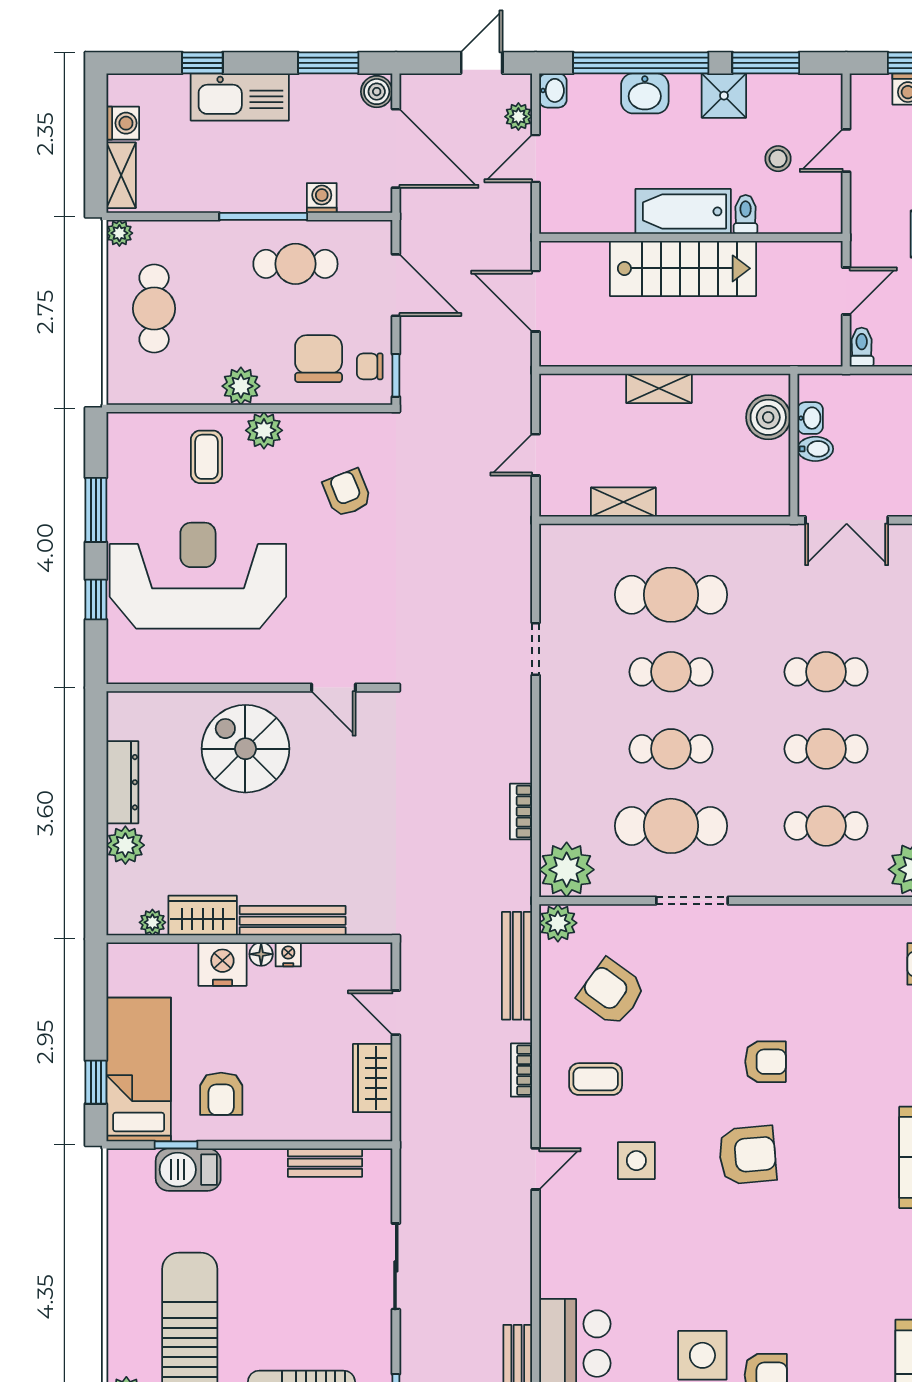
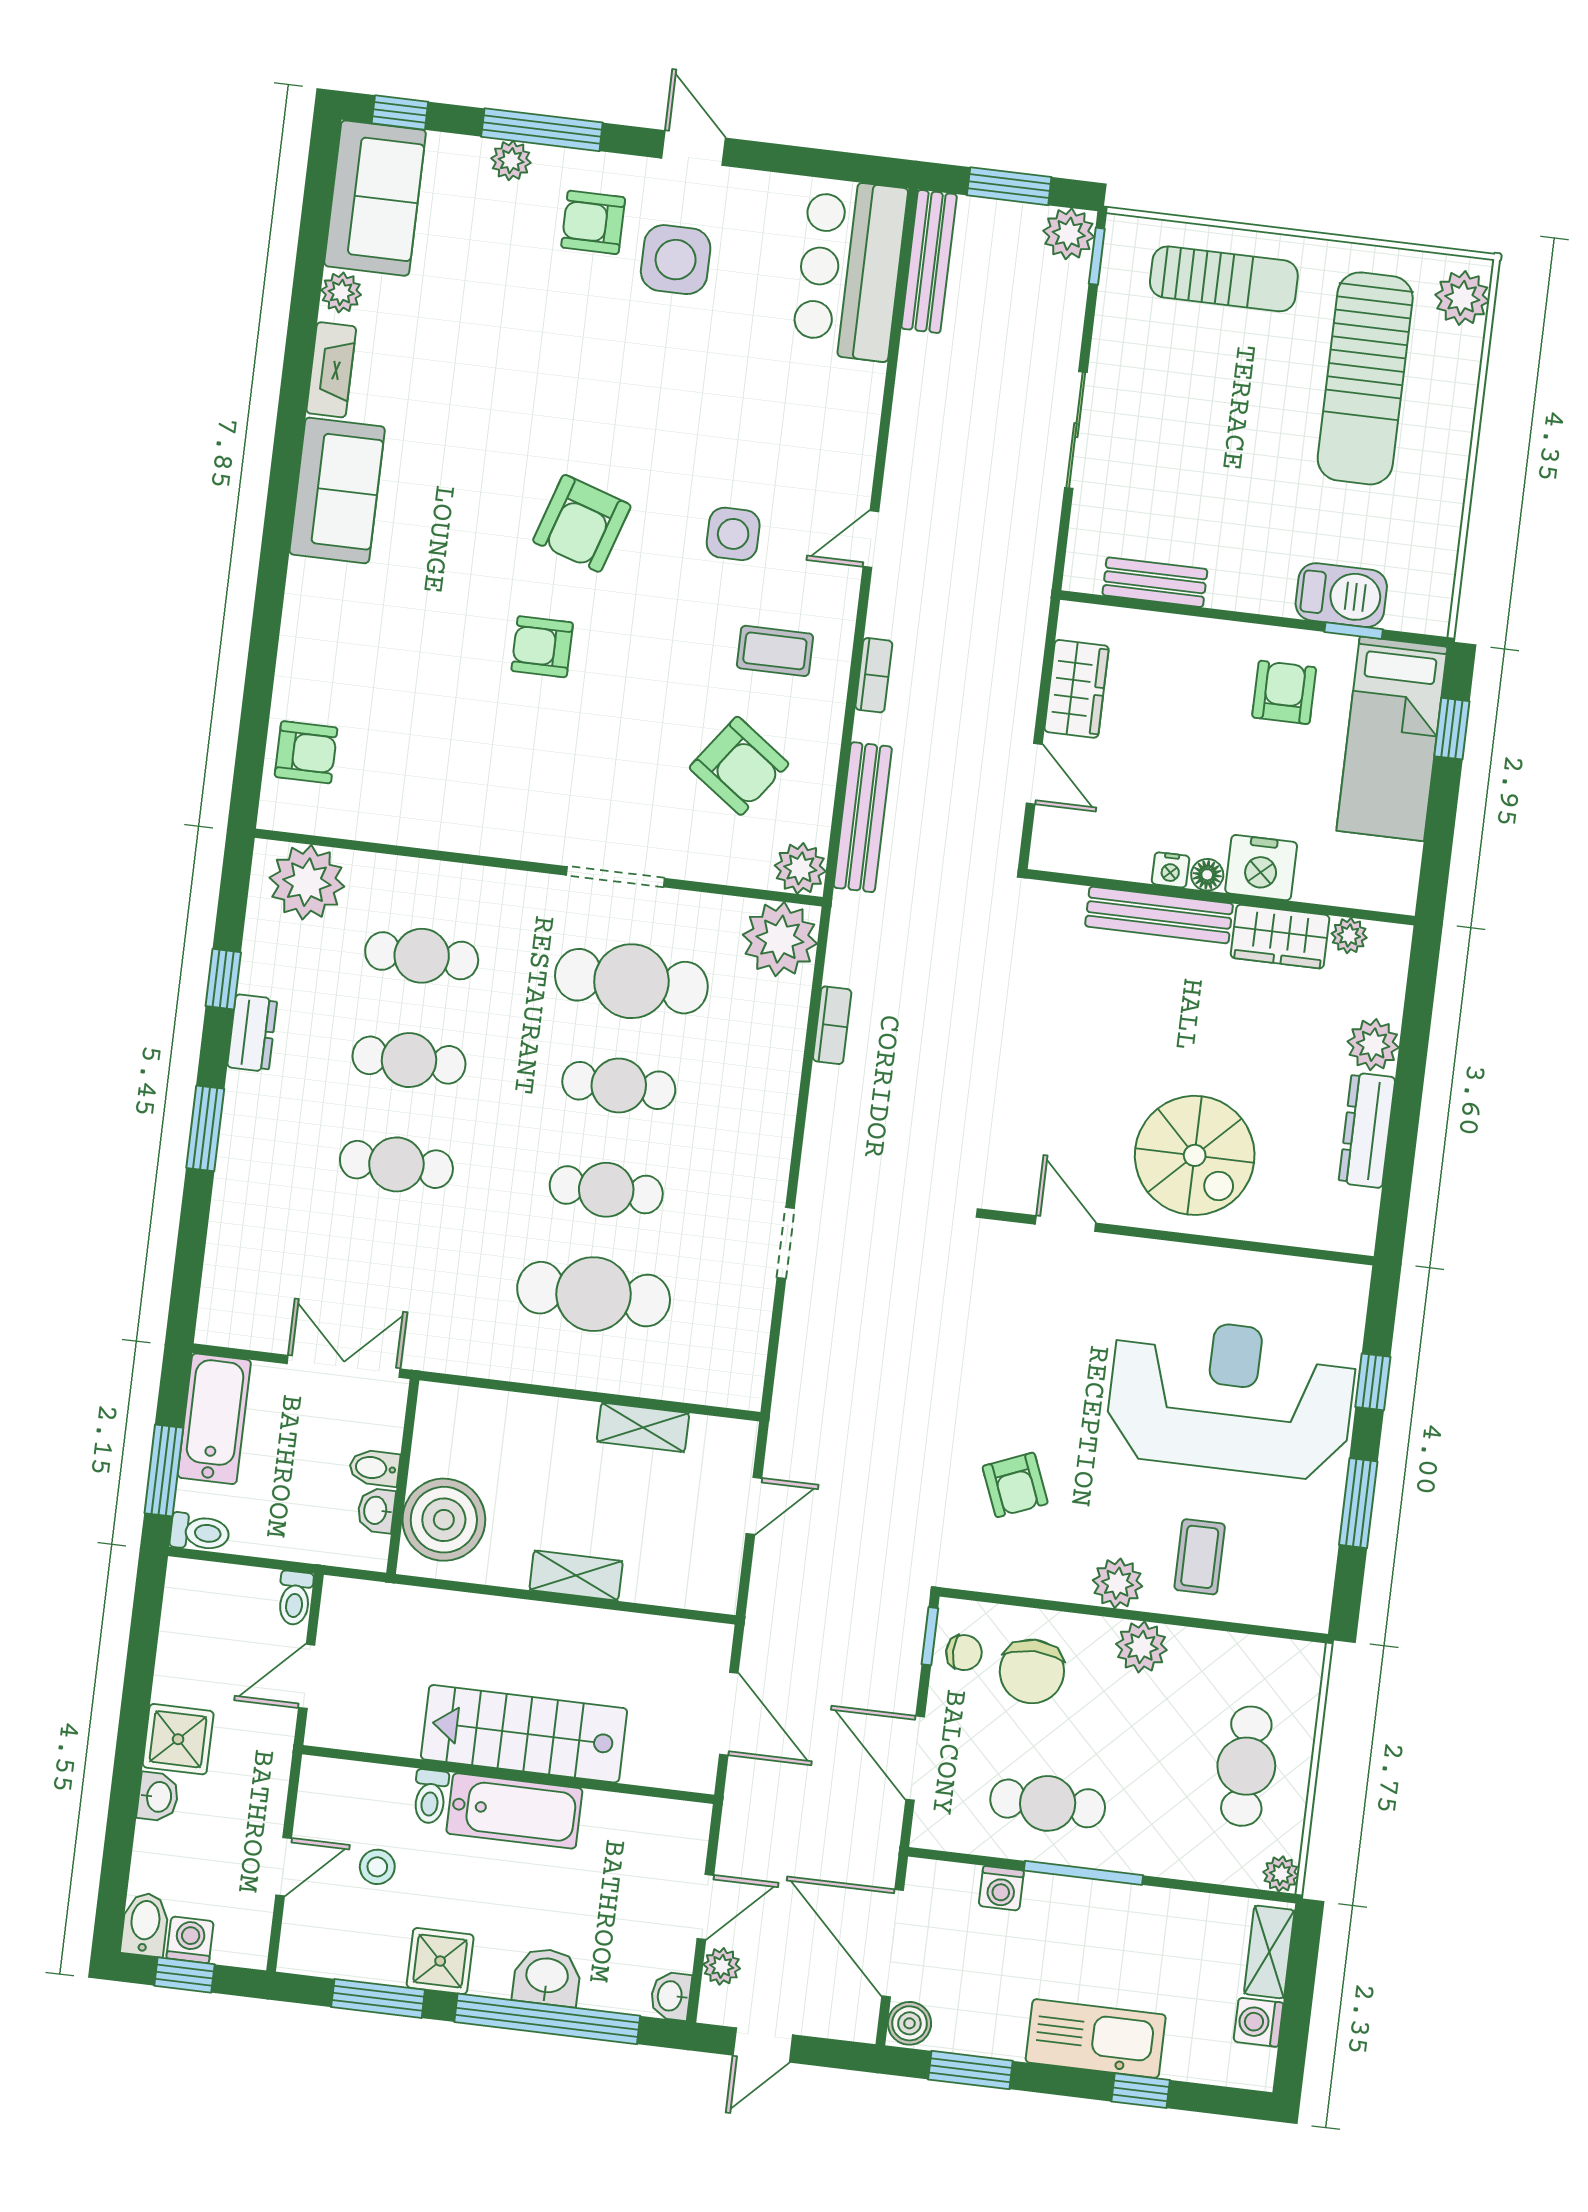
boiler: (768, 417) -> (444, 1520), width x1.37, depth x1.37
reception desk: (198, 576) -> (1231, 1397), turned 180
armchair: (747, 1155) -> (582, 523), turned -67

